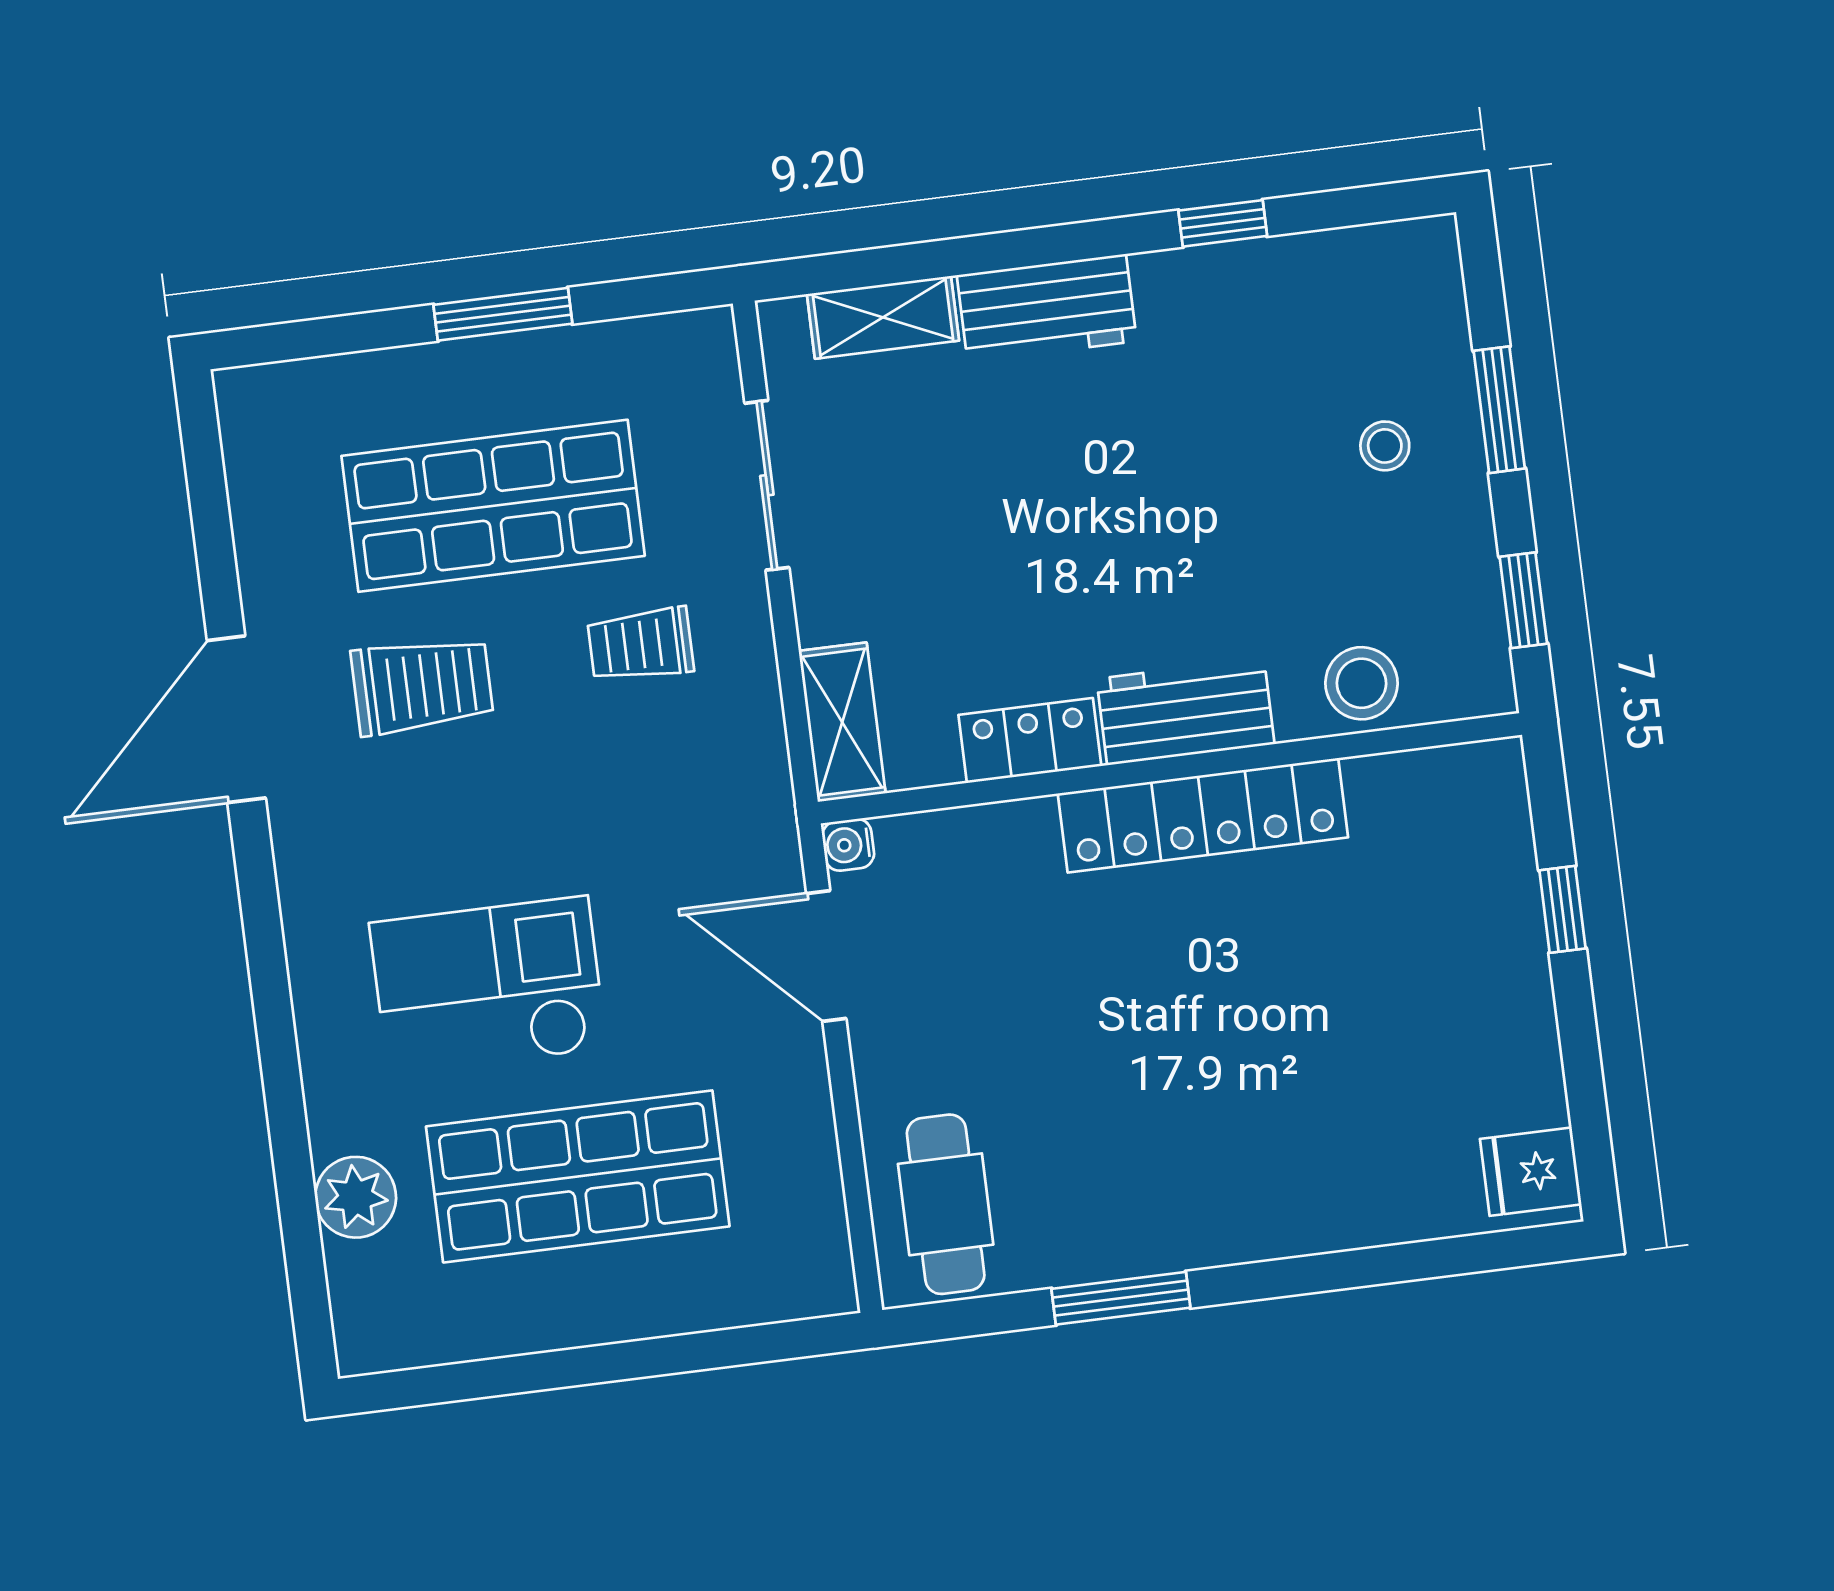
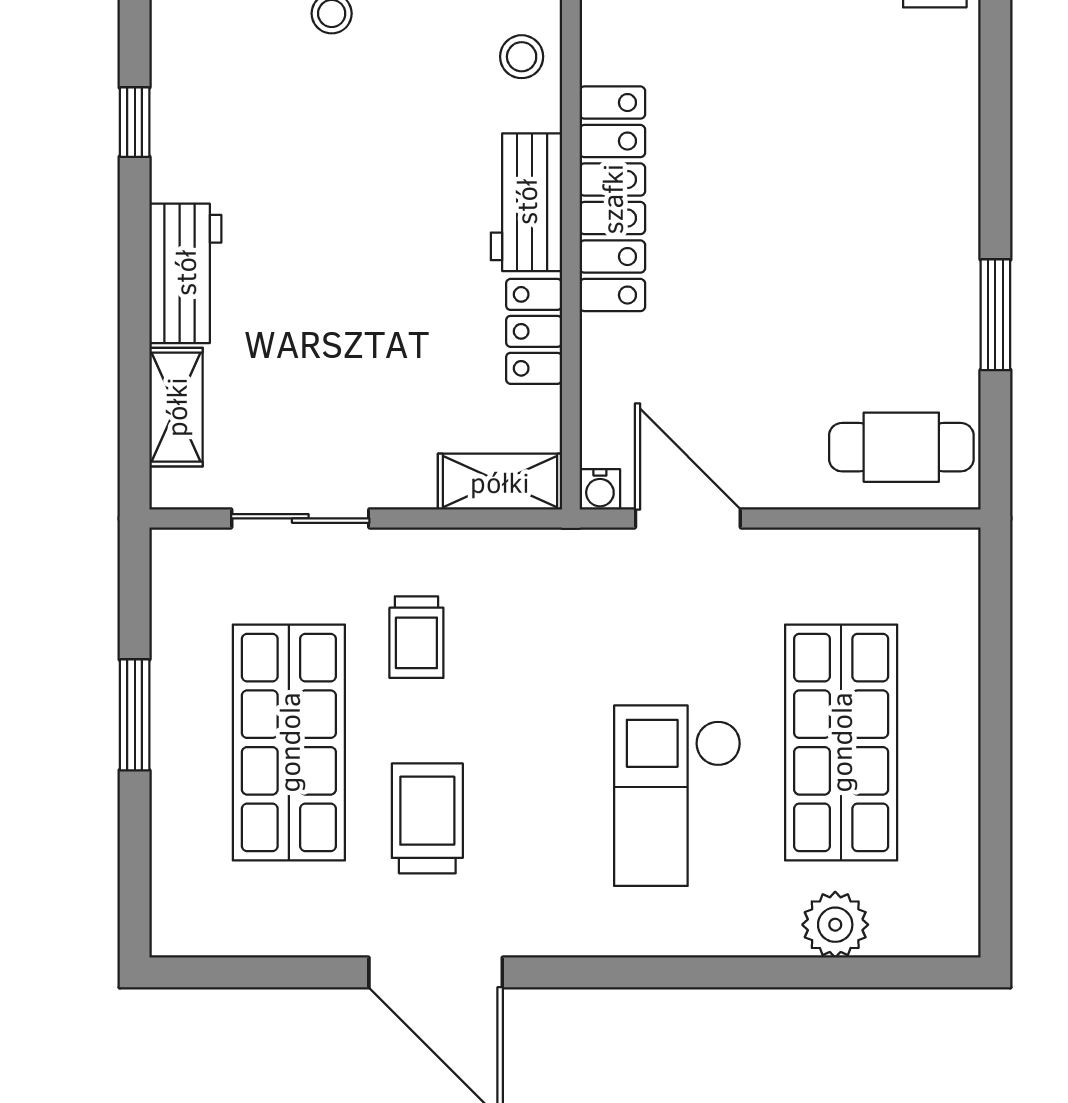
stool: (1361, 683) -> (522, 57), width x0.73, depth x0.73
door: (826, 956) -> (688, 518), swing flipped

